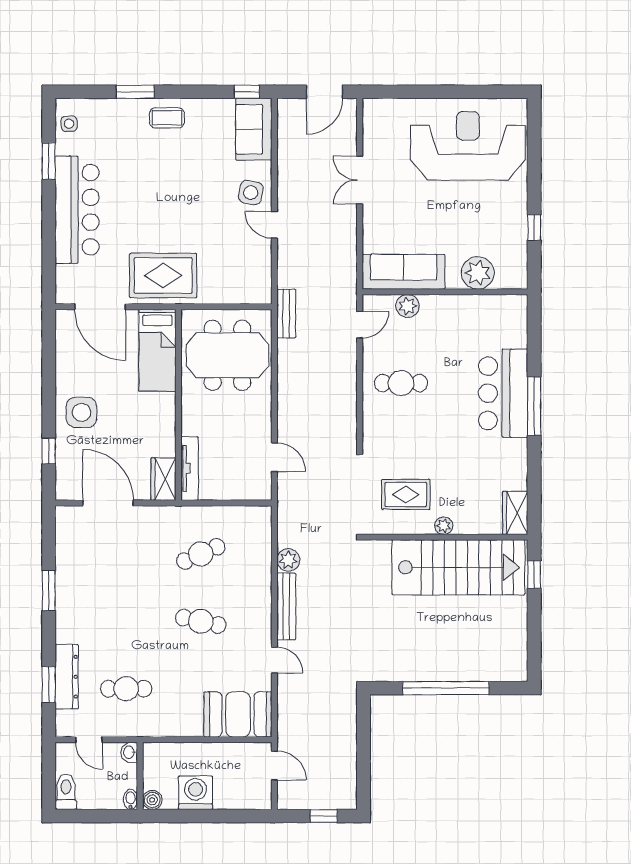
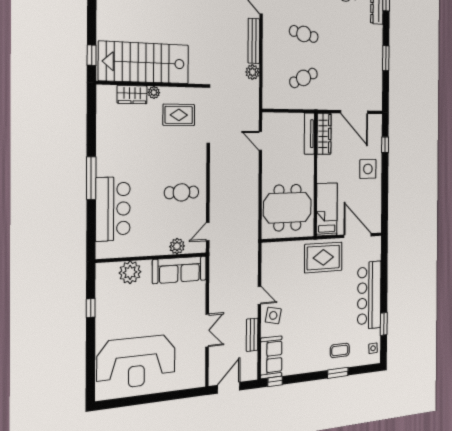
coffee table: (167, 118) -> (340, 350), moved
bench: (286, 314) -> (252, 335), moved
bar counter: (503, 393) -> (113, 209), moved
wardrobe: (163, 479) -> (324, 134), width x1.50
wardrobe: (515, 513) -> (132, 95), moved, turned 90

